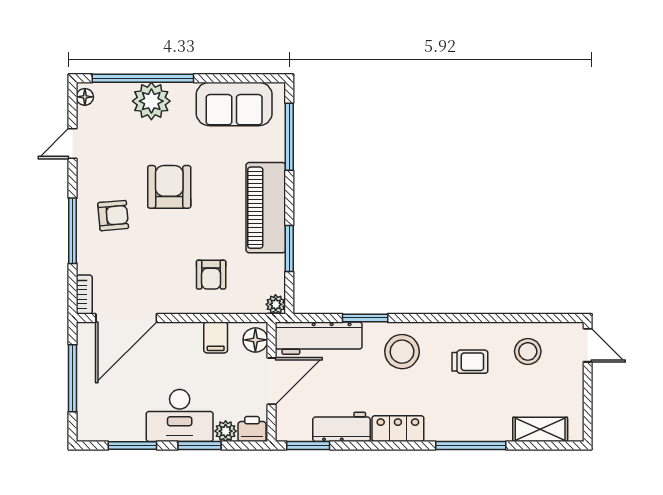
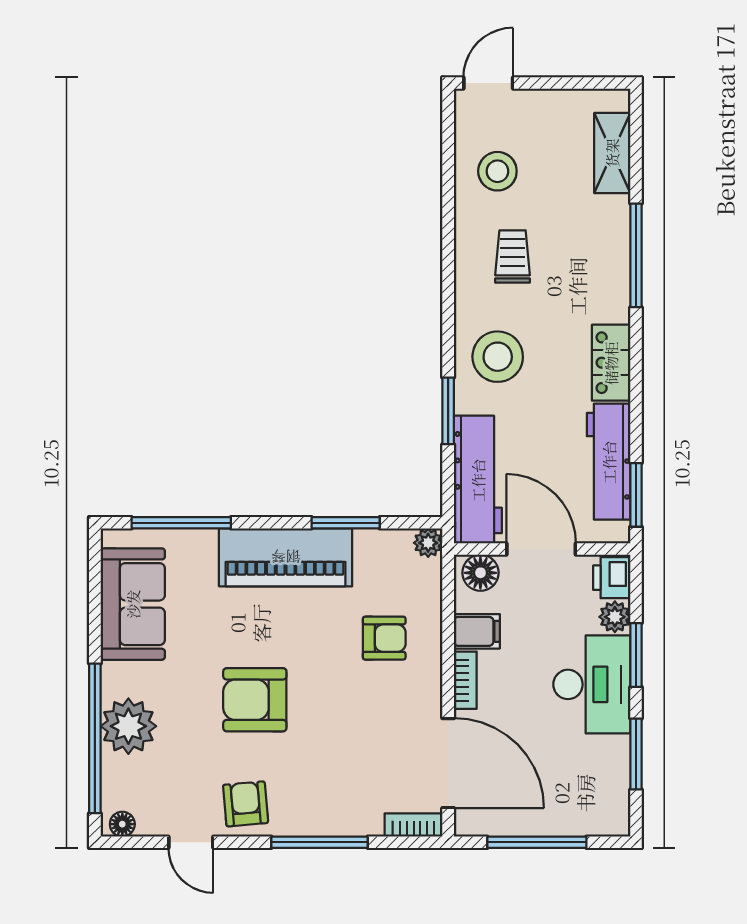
armchair: (113, 216) -> (246, 804), moved
bookcase: (182, 330) -> (465, 680), added
workbench: (341, 427) -> (609, 462), width x1.38

